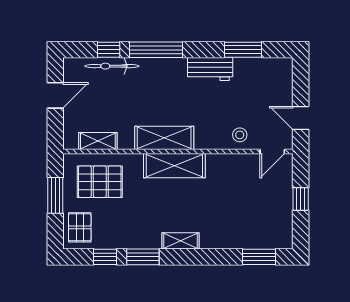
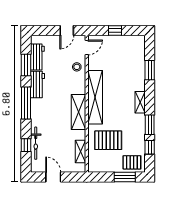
window: (156, 50) -> (26, 103), moved
workbench: (256, 69) -> (37, 57), added
door: (272, 151) -> (87, 47), hinge flipped
shelving: (174, 166) -> (95, 97), width x1.47
pallet: (100, 182) -> (108, 140), moved, turned 90
window: (55, 195) -> (125, 177), moved
window: (259, 257) -> (150, 70), moved

